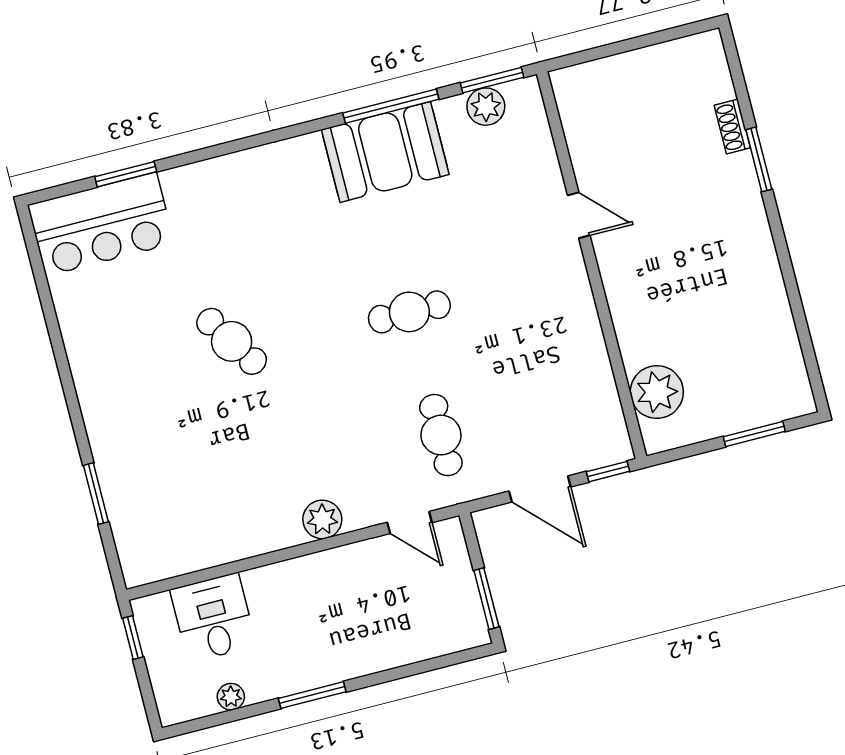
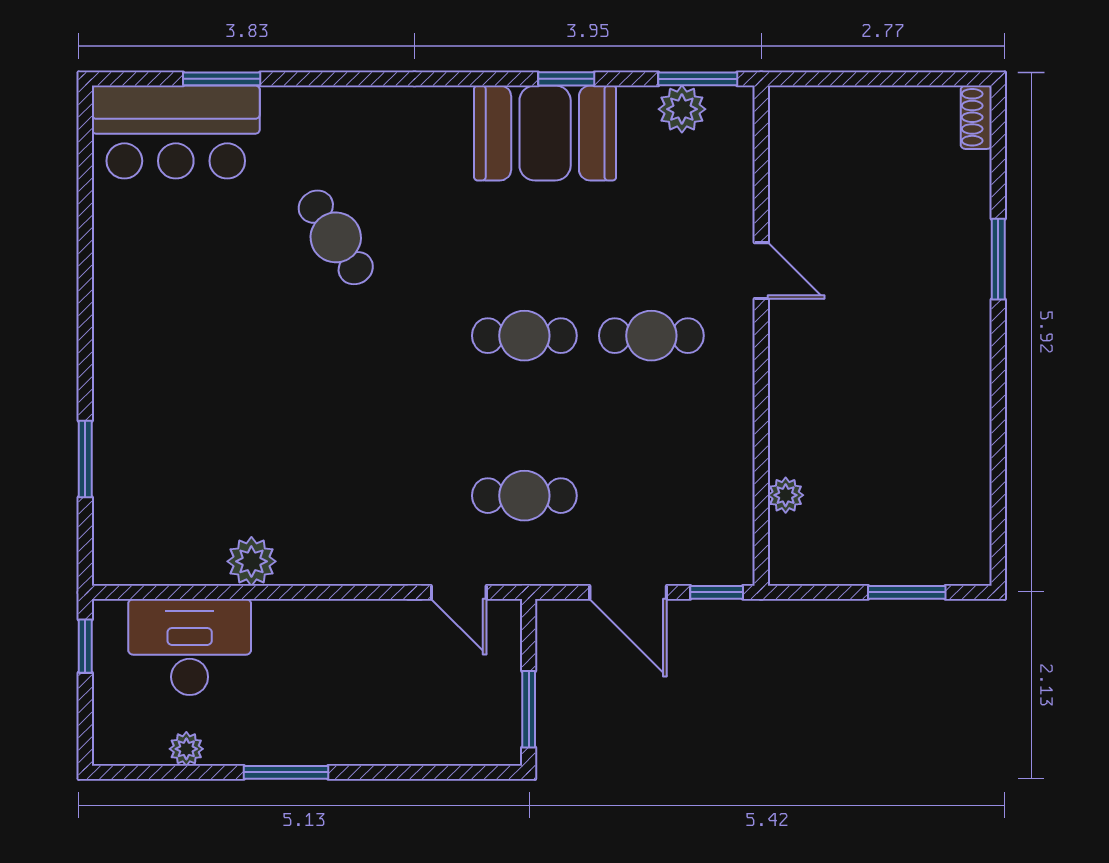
window: (391, 106) -> (566, 79), width x0.46
shoe rack: (732, 127) -> (976, 117), moved
cafe table: (507, 287) -> (651, 336), added
cafe table: (232, 341) -> (336, 237), moved
plant: (657, 392) -> (786, 495), width x0.53, depth x0.53
cafe table: (441, 435) -> (524, 496), turned 90
plant: (322, 519) -> (251, 561), moved
desk: (213, 618) -> (190, 647), width x1.37

